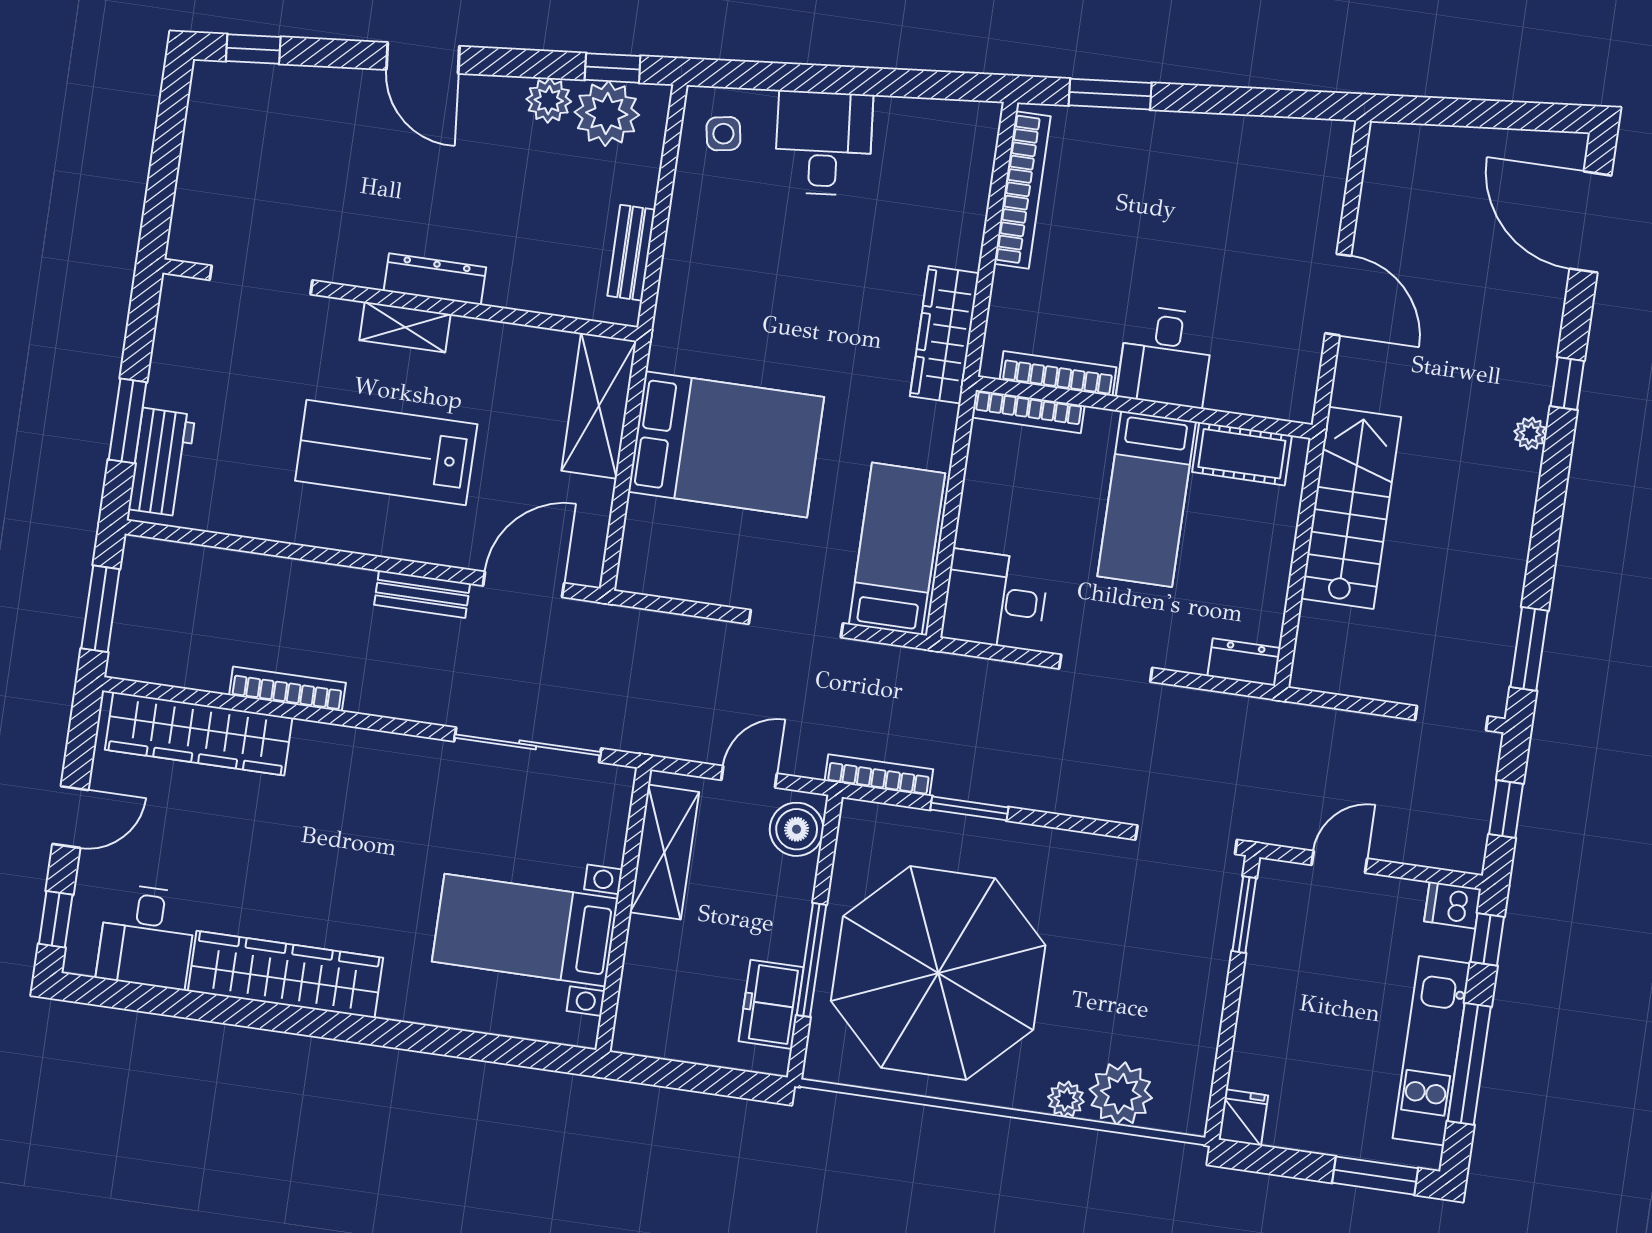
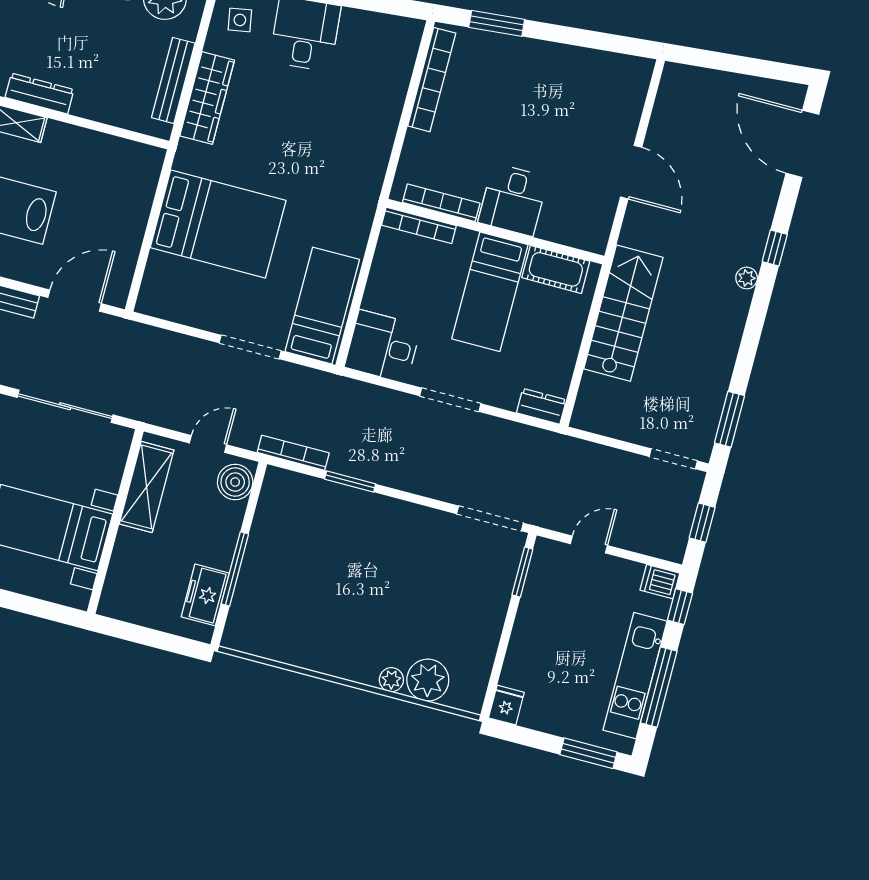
bench: (631, 253) -> (173, 80), width x1.36
wardrobe: (945, 335) -> (207, 98), moved, turned 180
shelving: (599, 406) -> (138, 189), removed
parasol: (938, 973) -> (317, 587), removed

